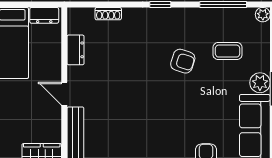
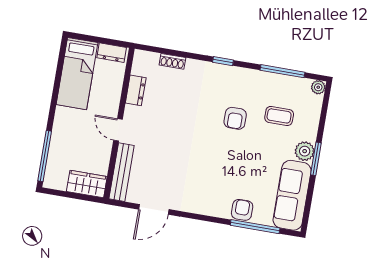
armchair: (183, 61) -> (235, 118), turned 72

